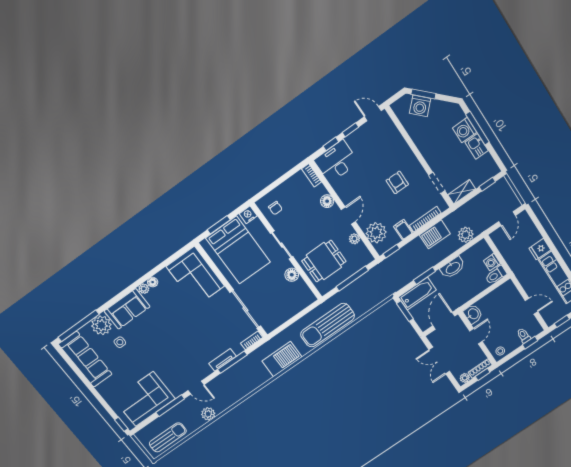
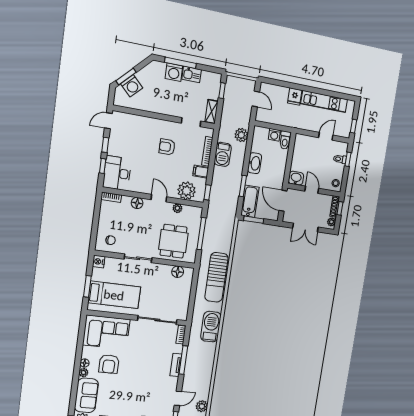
bed: (238, 250) -> (114, 295), width x0.67
floor lamp: (292, 275) -> (178, 272), moved
armchair: (171, 303) -> (109, 364), added

